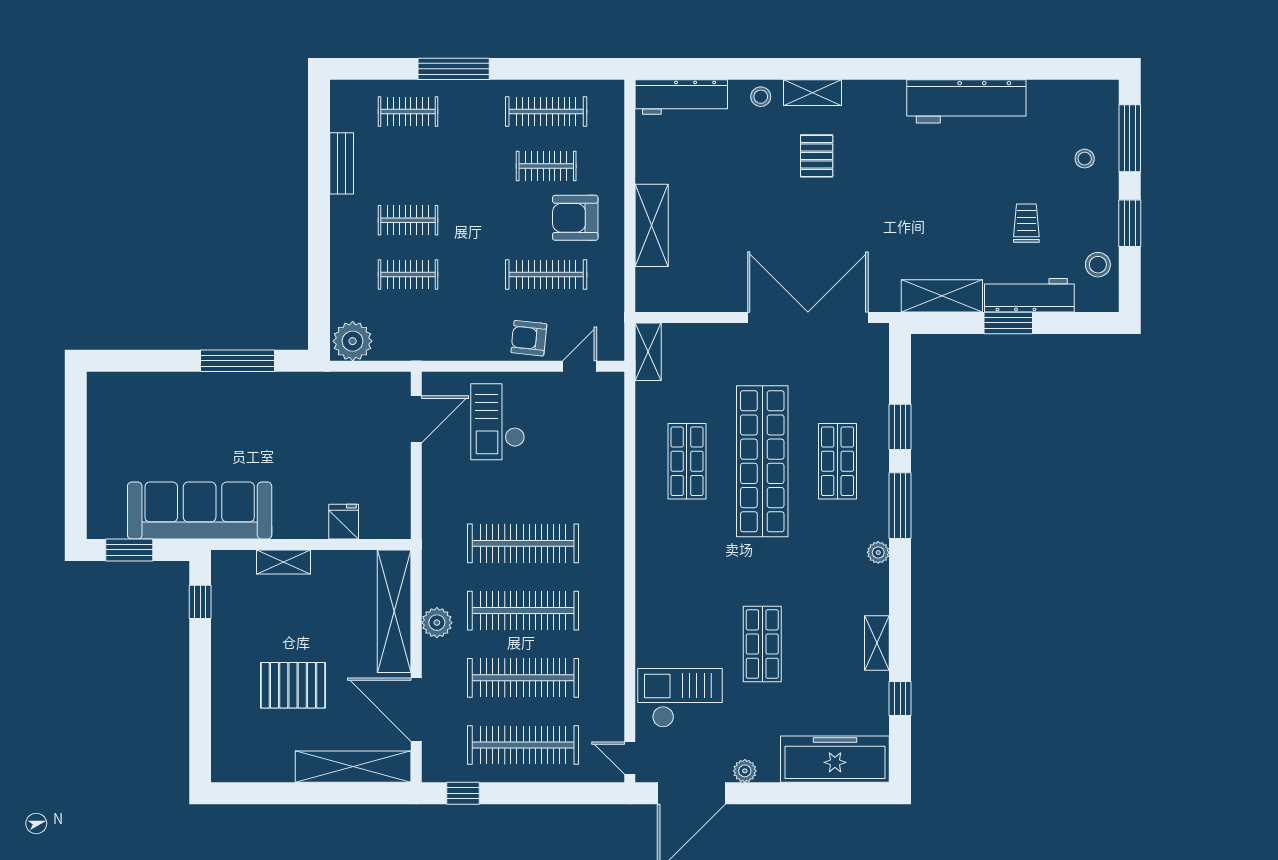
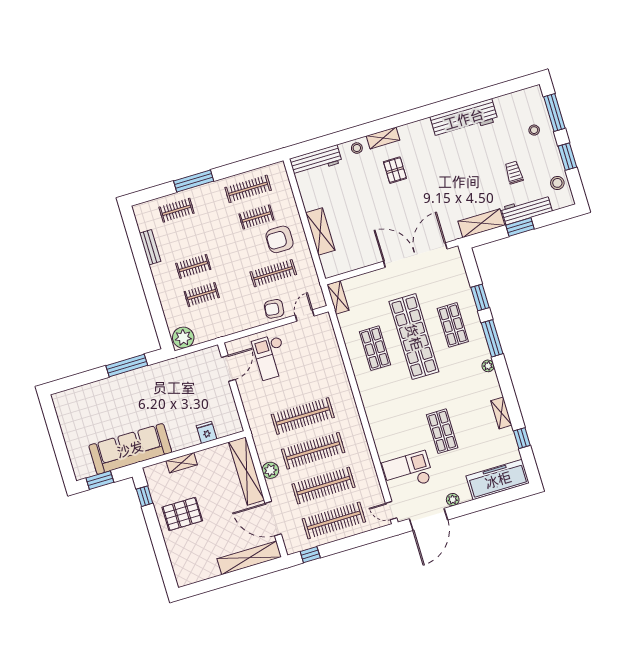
pallet: (293, 685) -> (182, 514), moved

